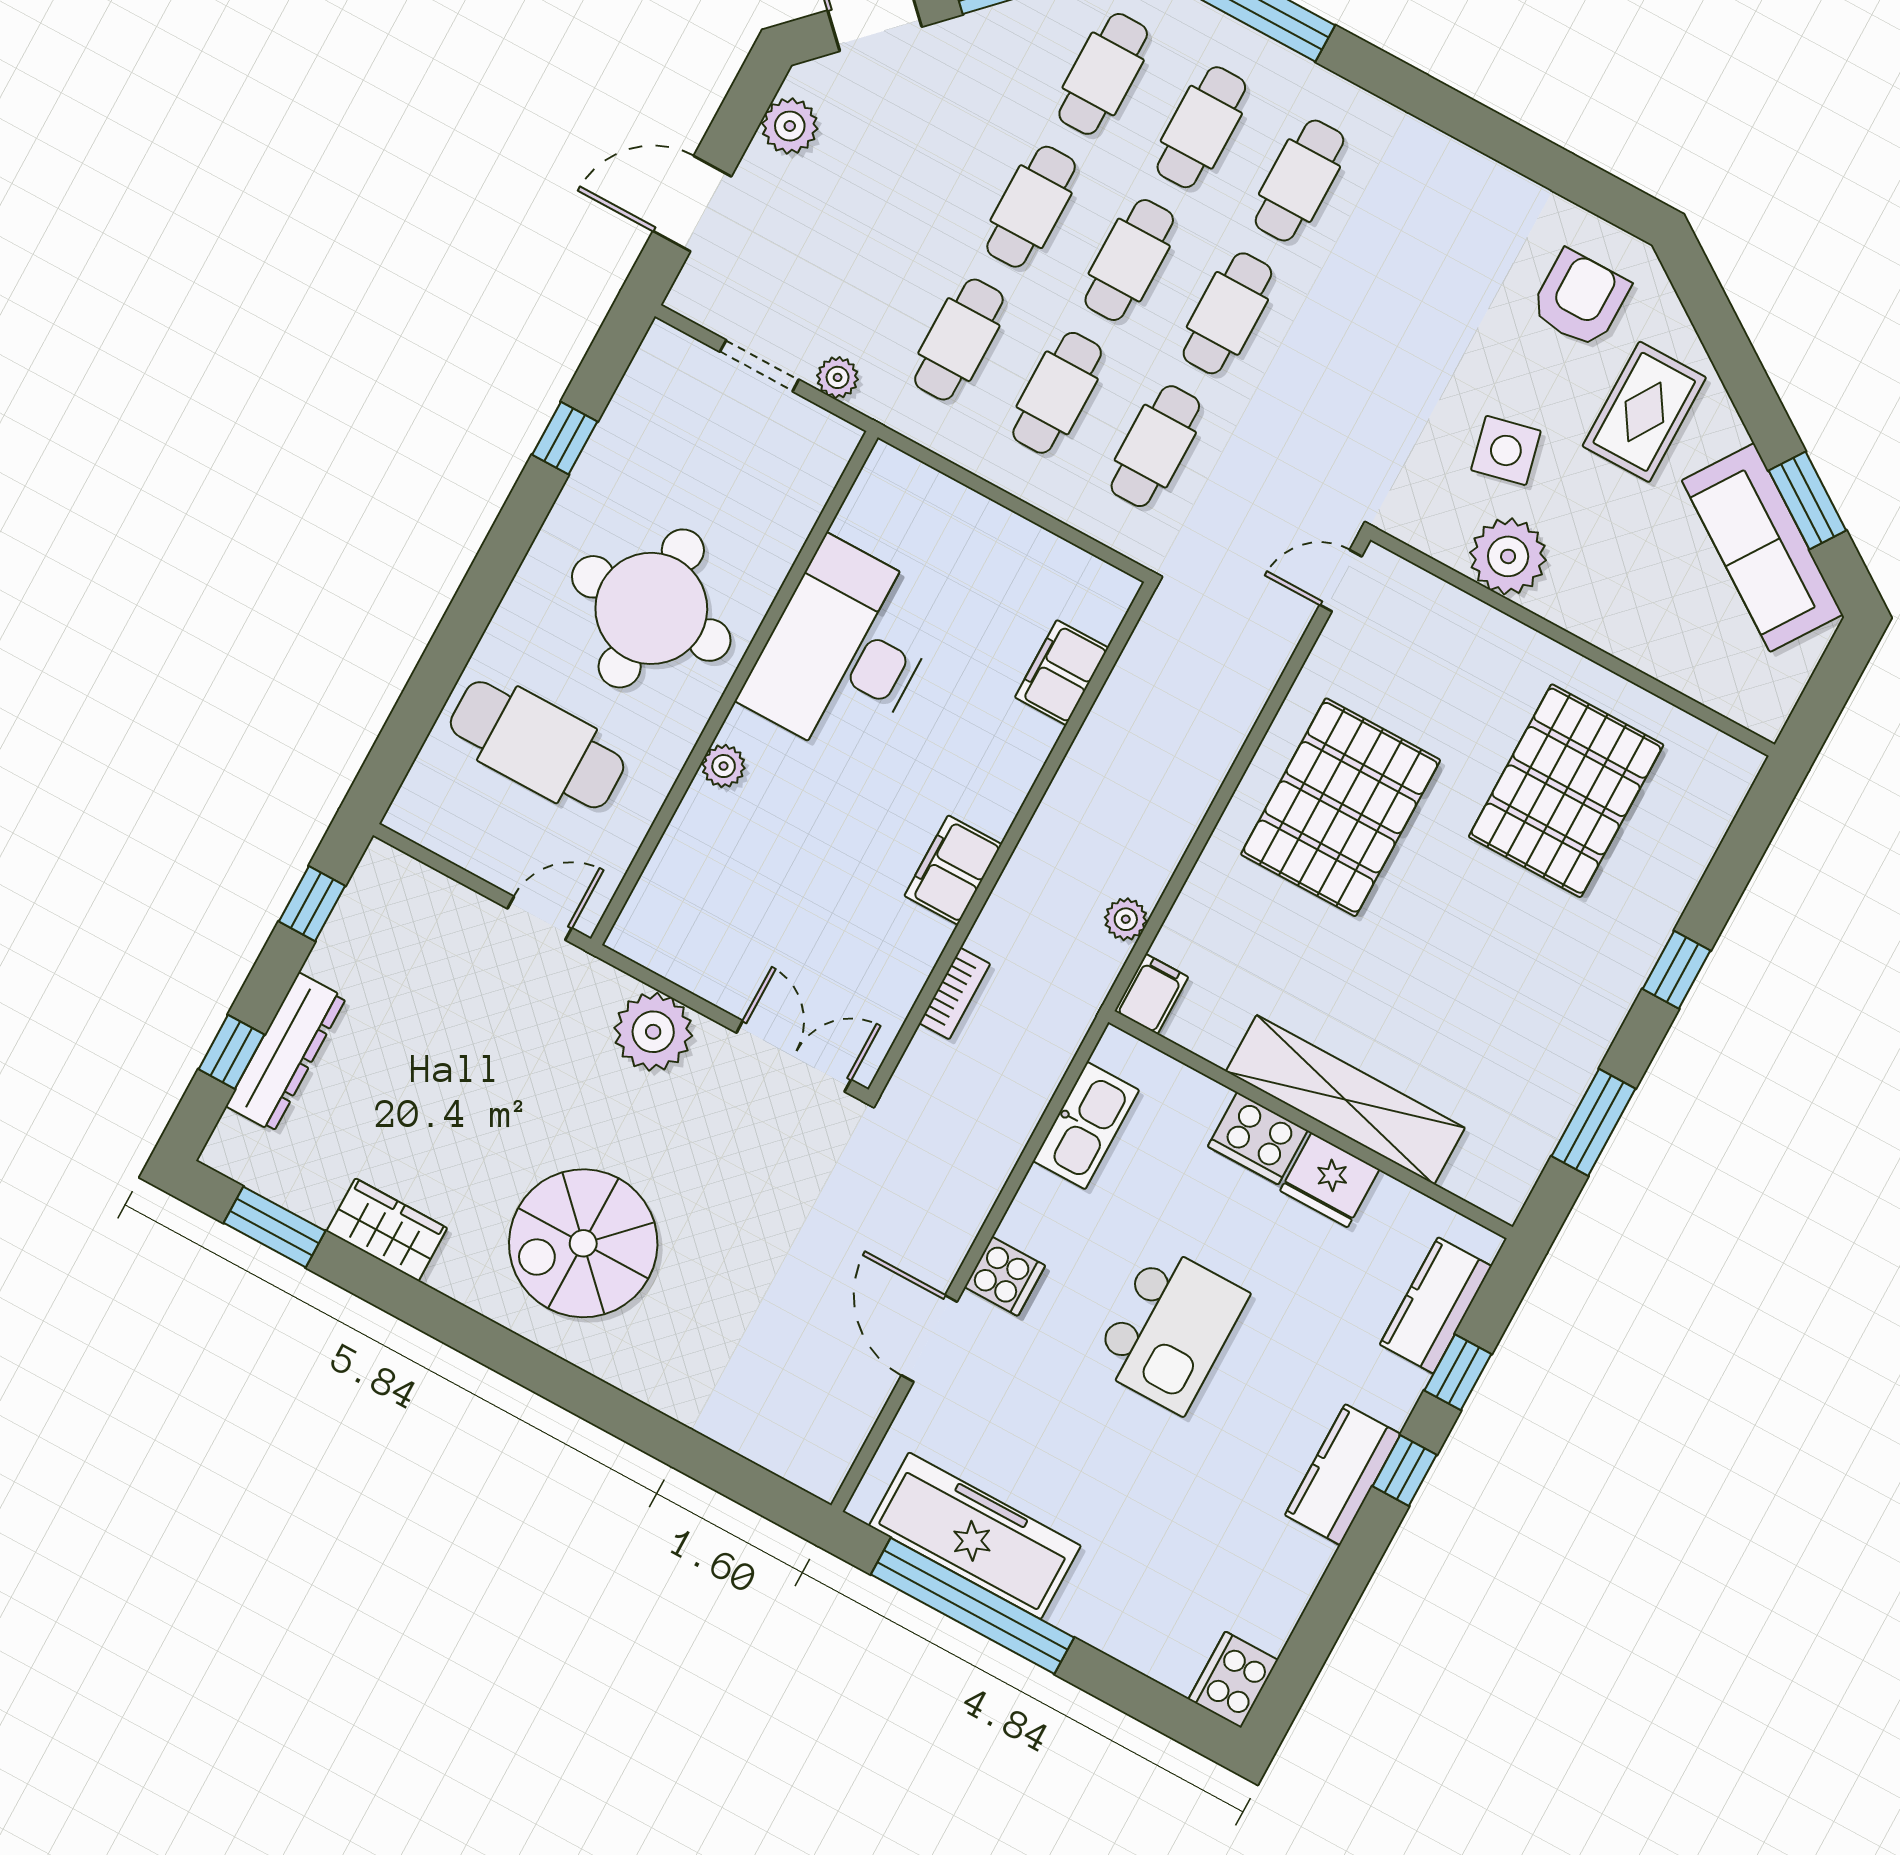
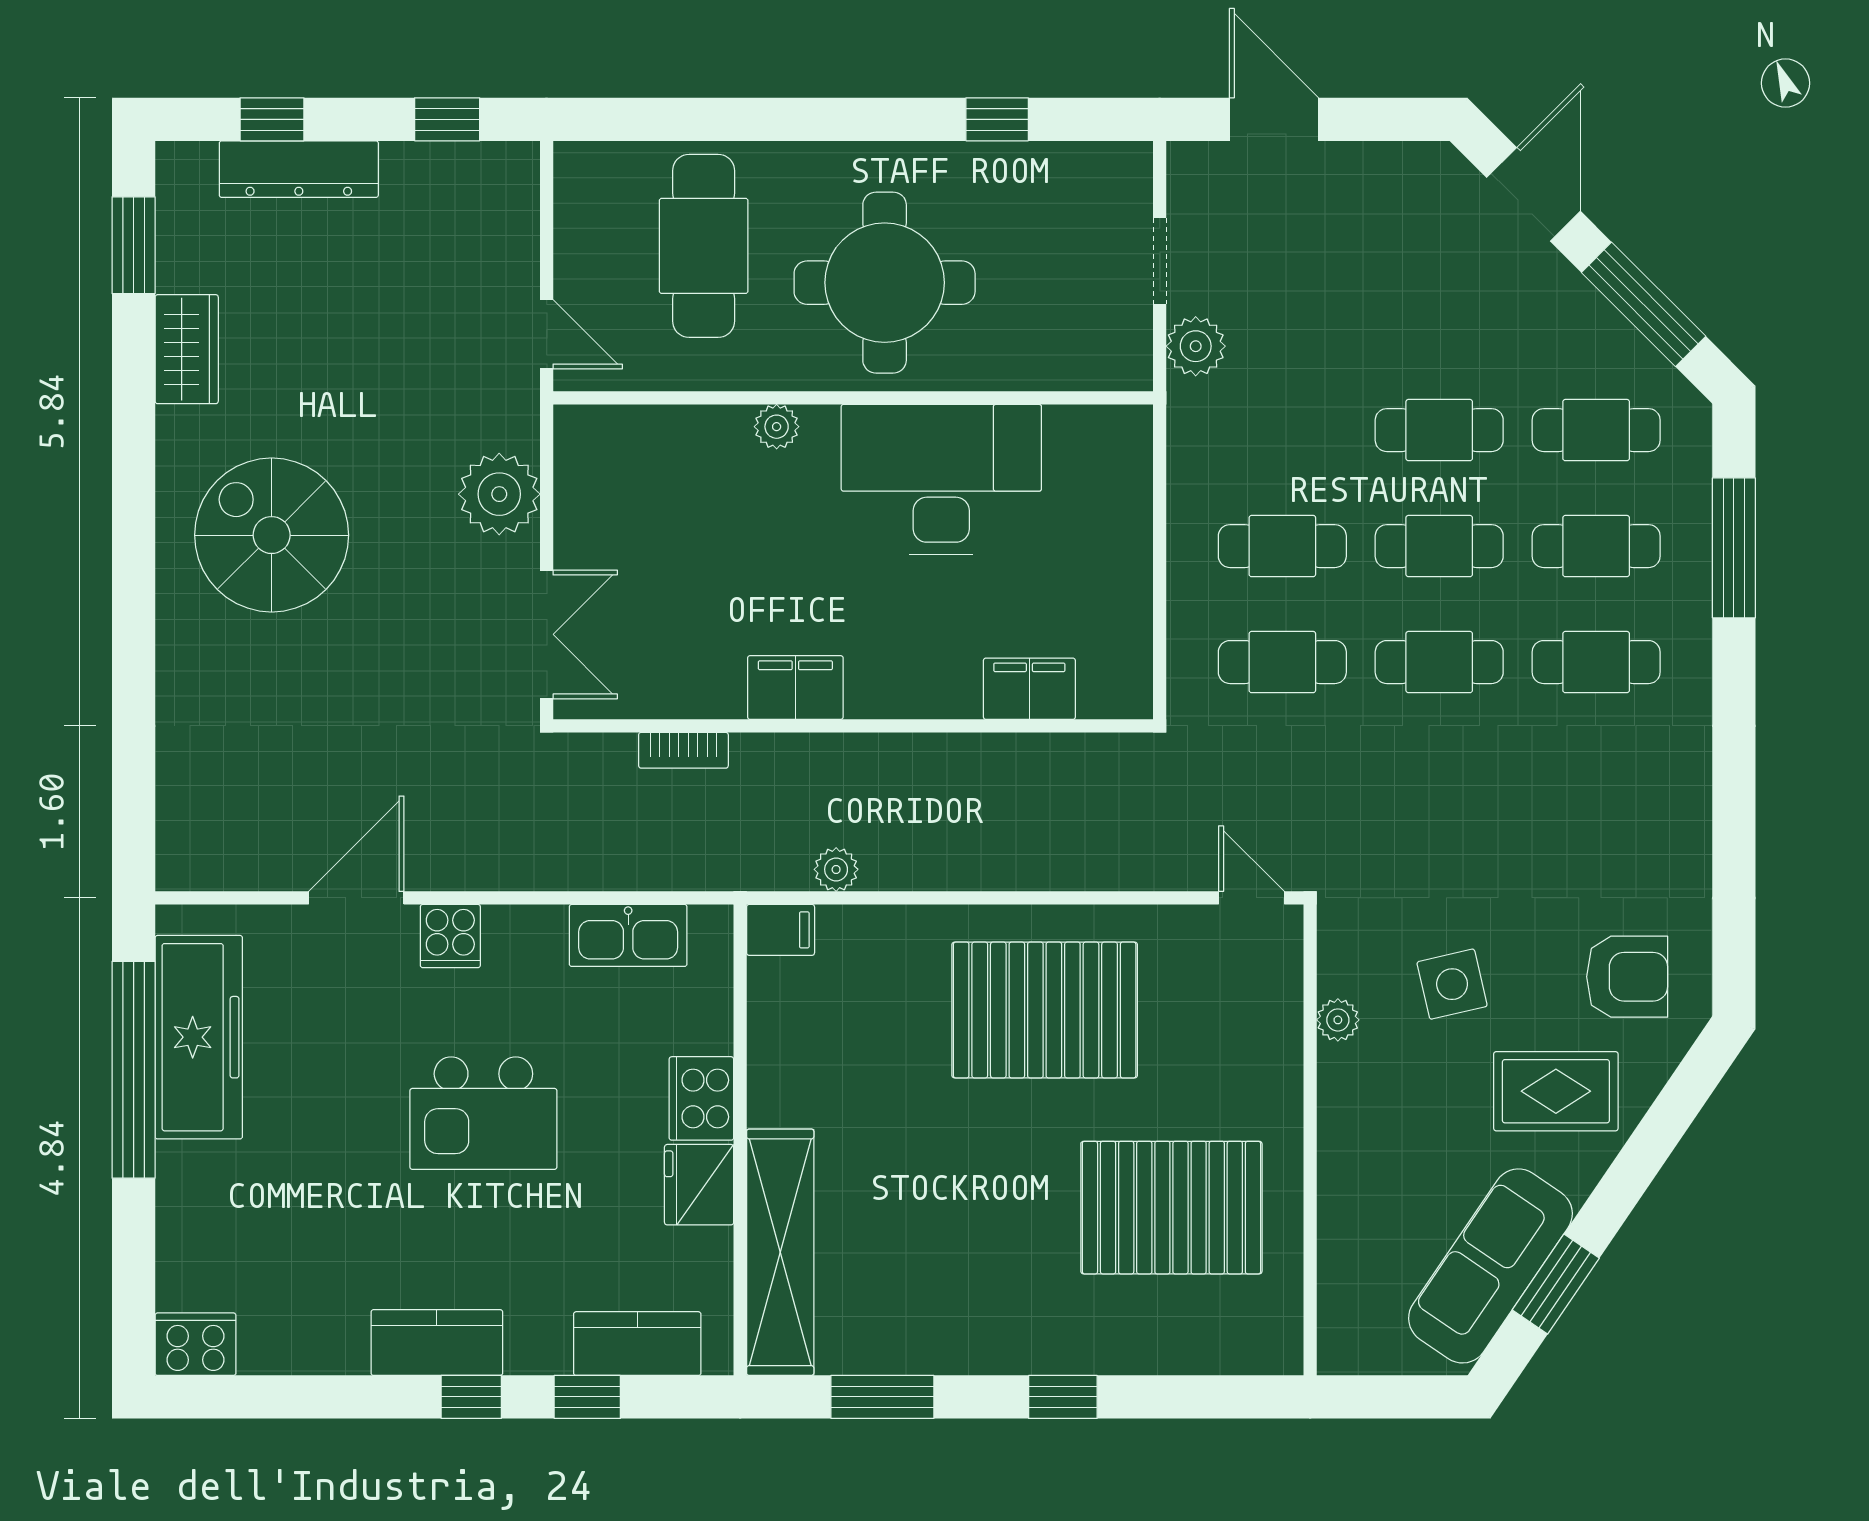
plant: (790, 126) -> (1393, 170), removed
cafe table: (959, 340) -> (1282, 430), removed
plant: (838, 377) -> (1196, 346), width x1.38, depth x1.38
plant: (1508, 556) -> (1338, 1020), width x0.53, depth x0.53
shelving: (1345, 1100) -> (780, 1252), moved

